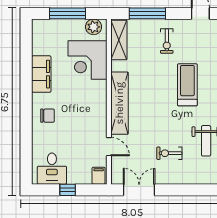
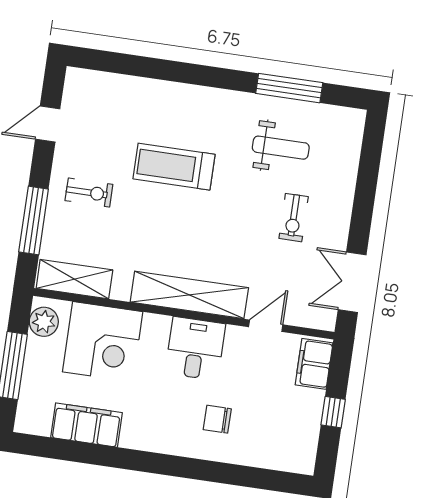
filing cabinet: (41, 74) -> (86, 425), moved
chair: (47, 116) -> (217, 419), moved, turned -90
desk: (52, 169) -> (195, 348), moved, turned -90
filing cabinet: (99, 176) -> (314, 364), width x2.00

